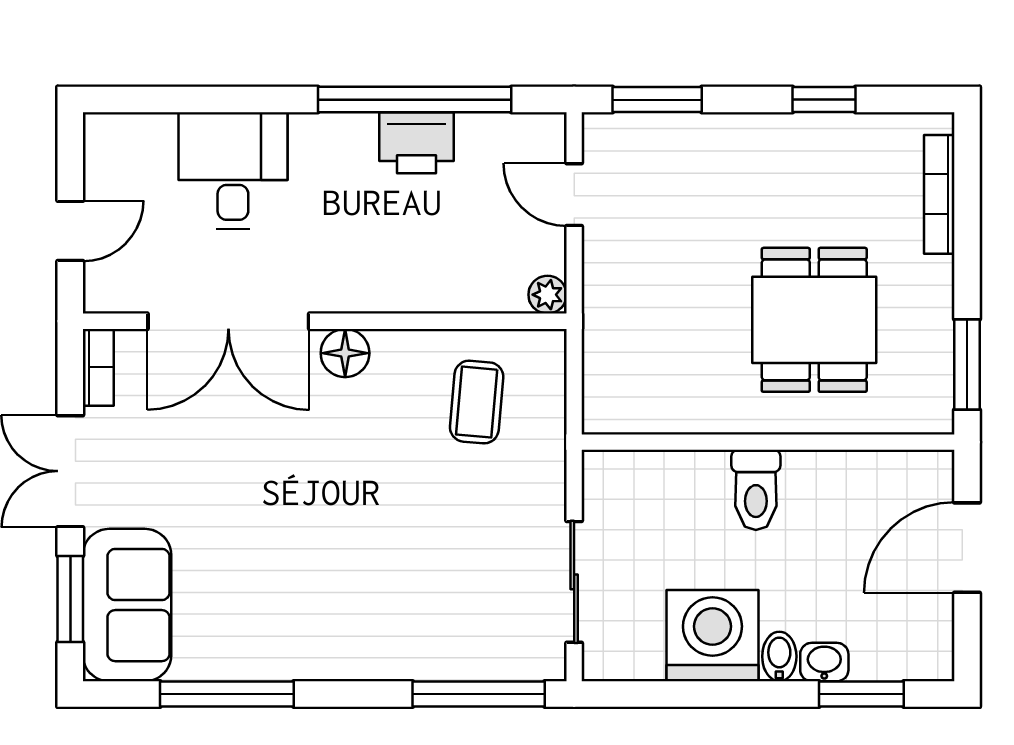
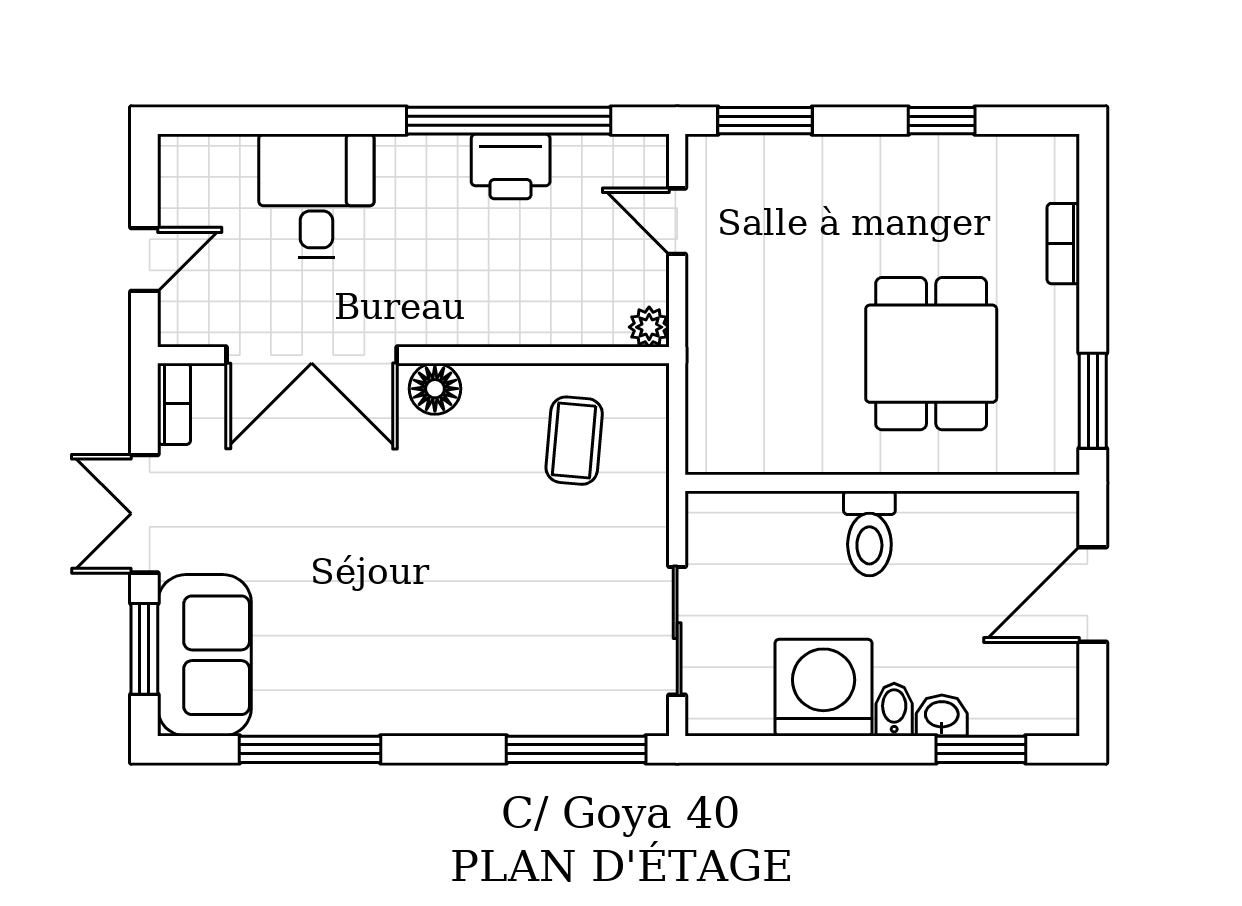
bookcase: (939, 194) -> (1063, 244), width x0.64

